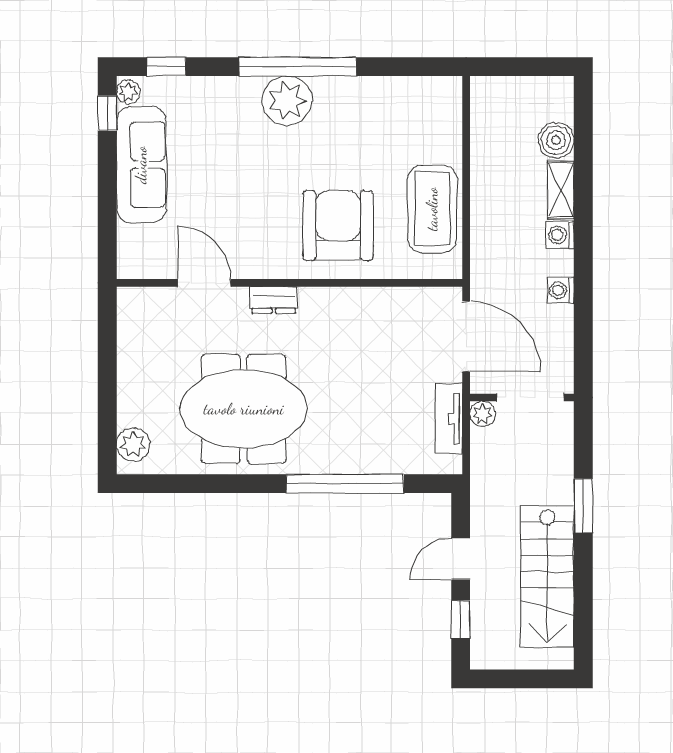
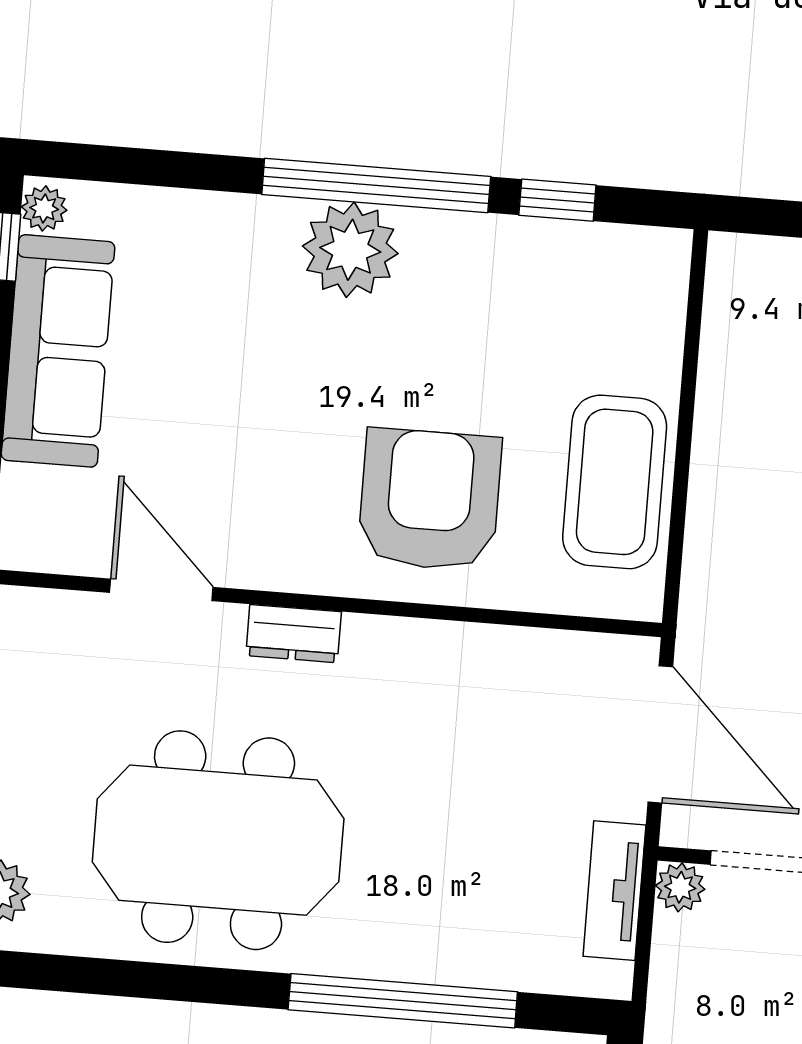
window: (166, 67) -> (557, 200), moved

